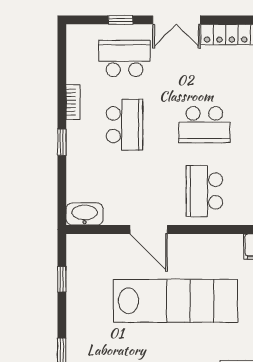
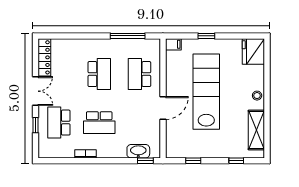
school desk: (125, 125) -> (99, 123), turned 180
window: (62, 142) -> (145, 161), moved
school desk: (204, 191) -> (140, 74), turned 90
washbasin: (85, 214) -> (138, 151), moved, turned 90

